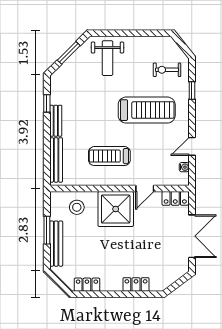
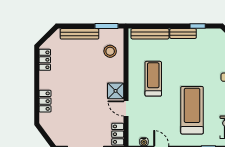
treadmill: (147, 110) -> (192, 110), turned 180
shower: (116, 209) -> (116, 91), width x0.54, depth x0.54
window: (47, 230) -> (107, 26), moved

